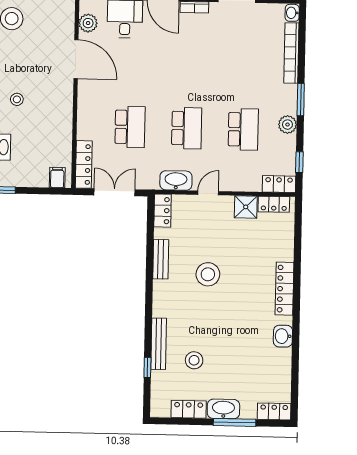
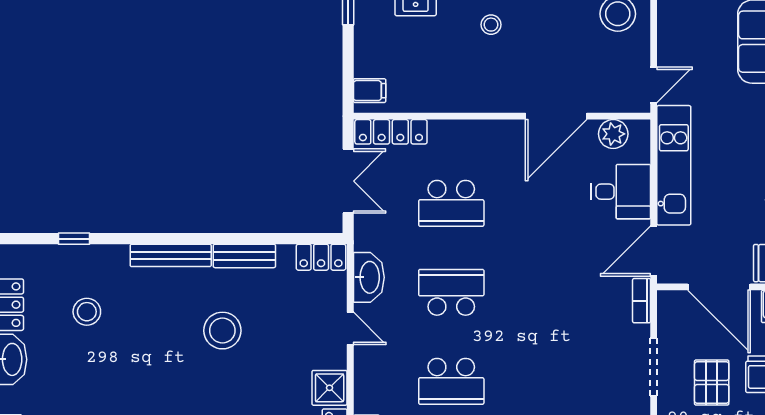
school desk: (187, 128) -> (451, 292), turned 180
bench: (159, 344) -> (171, 255), moved

